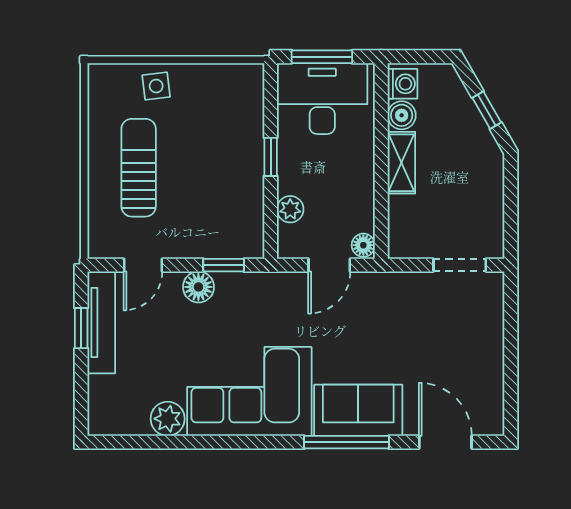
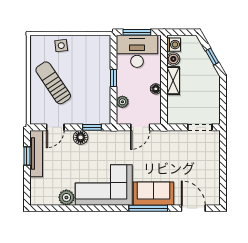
sun lounger: (139, 168) -> (53, 83), turned -34
floor lamp: (363, 245) -> (156, 89), moved

